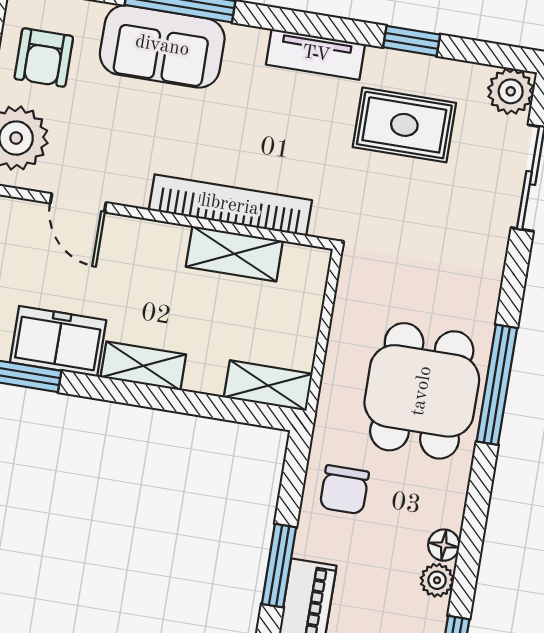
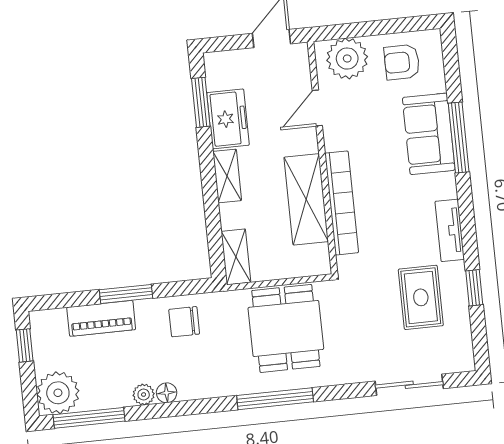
plant: (511, 91) -> (460, 358), removed
shelving: (234, 254) -> (306, 199), width x1.50, depth x1.33
dining table: (422, 391) -> (286, 328), moved, turned 90

